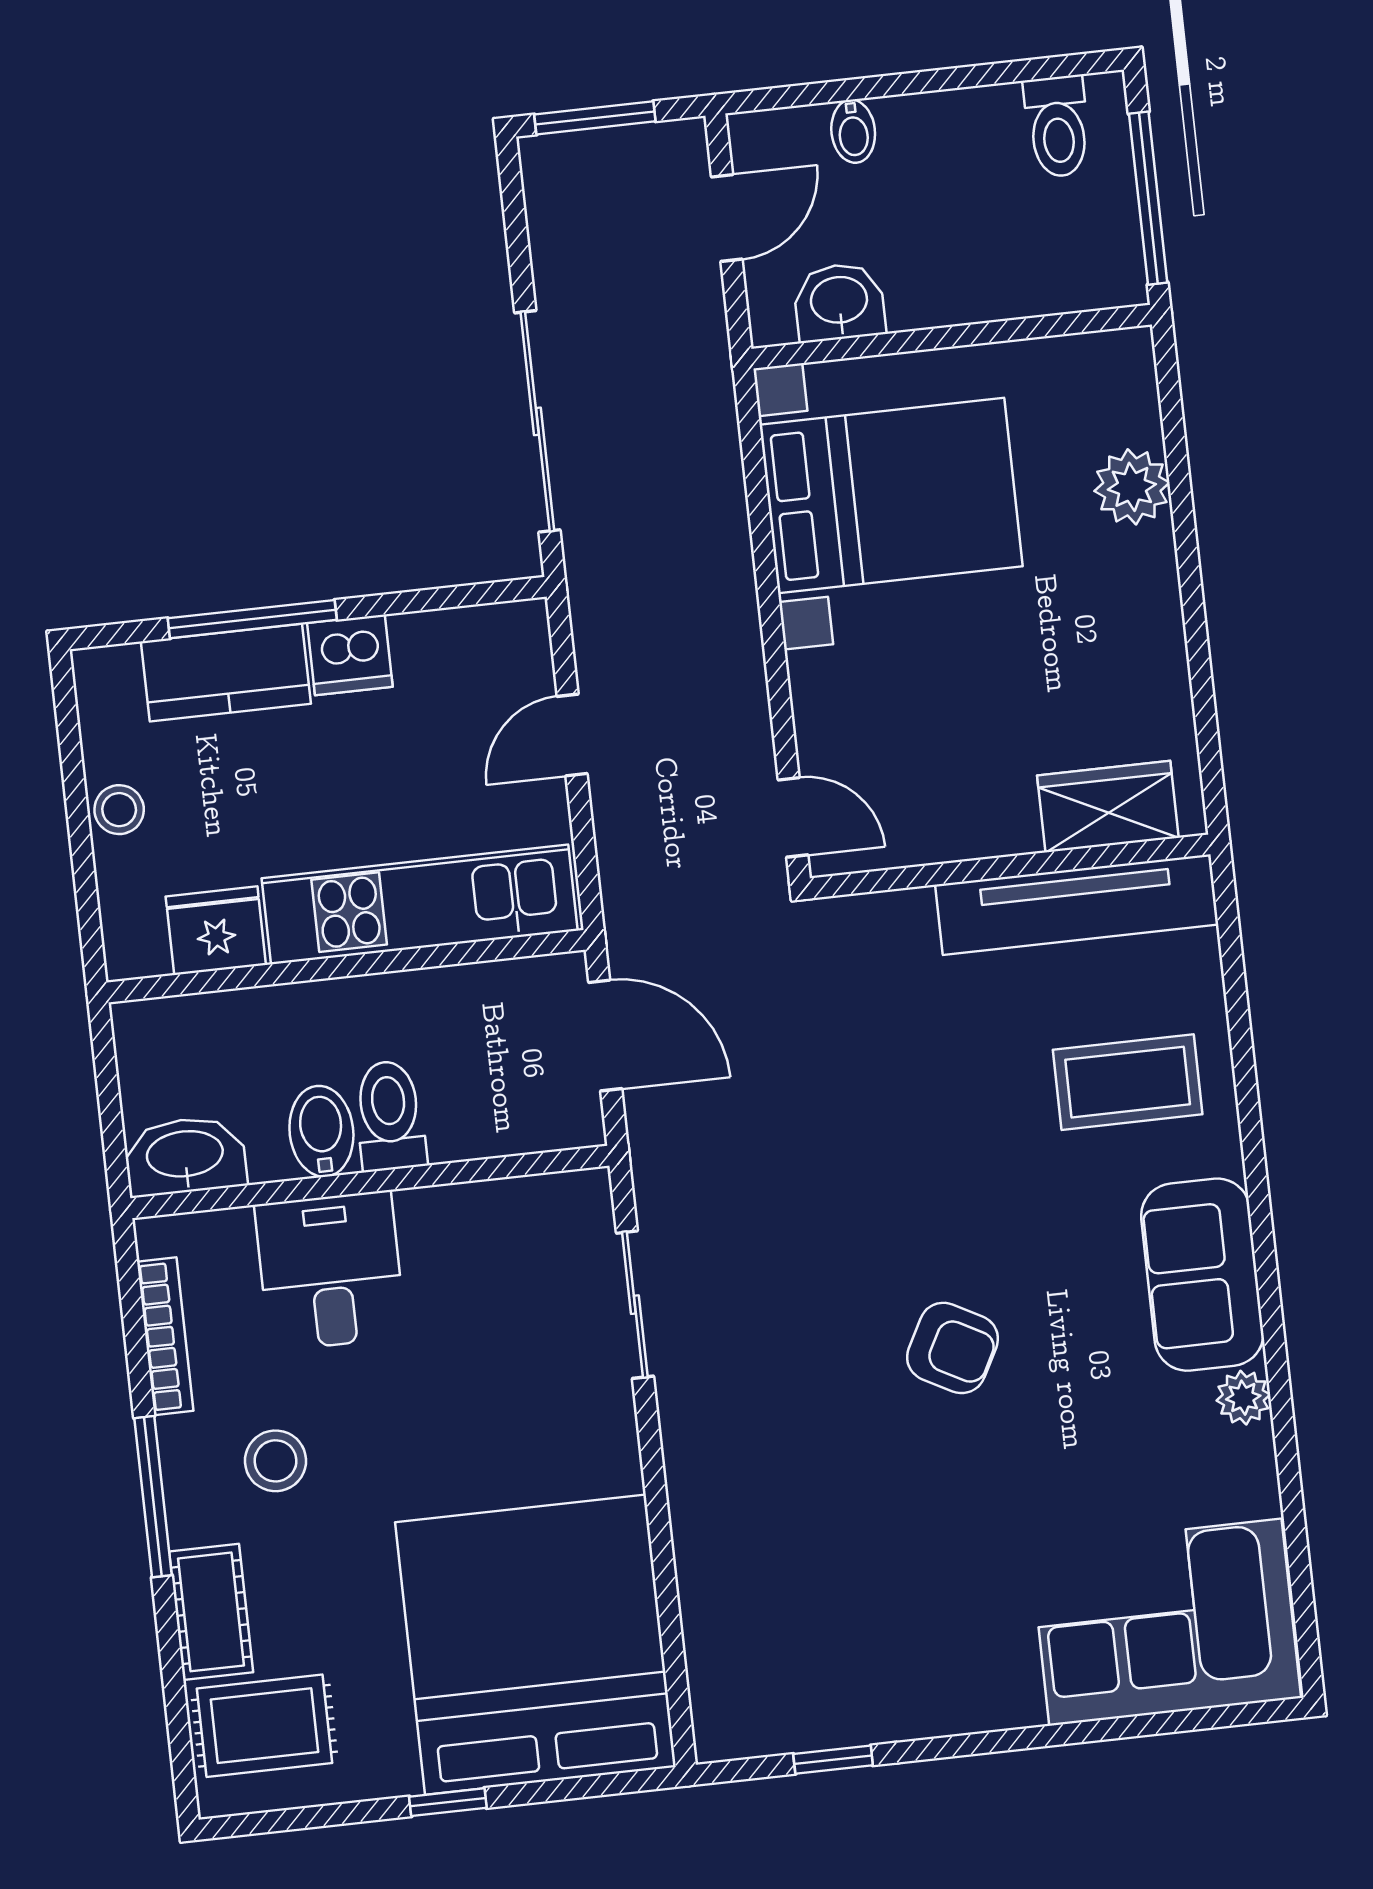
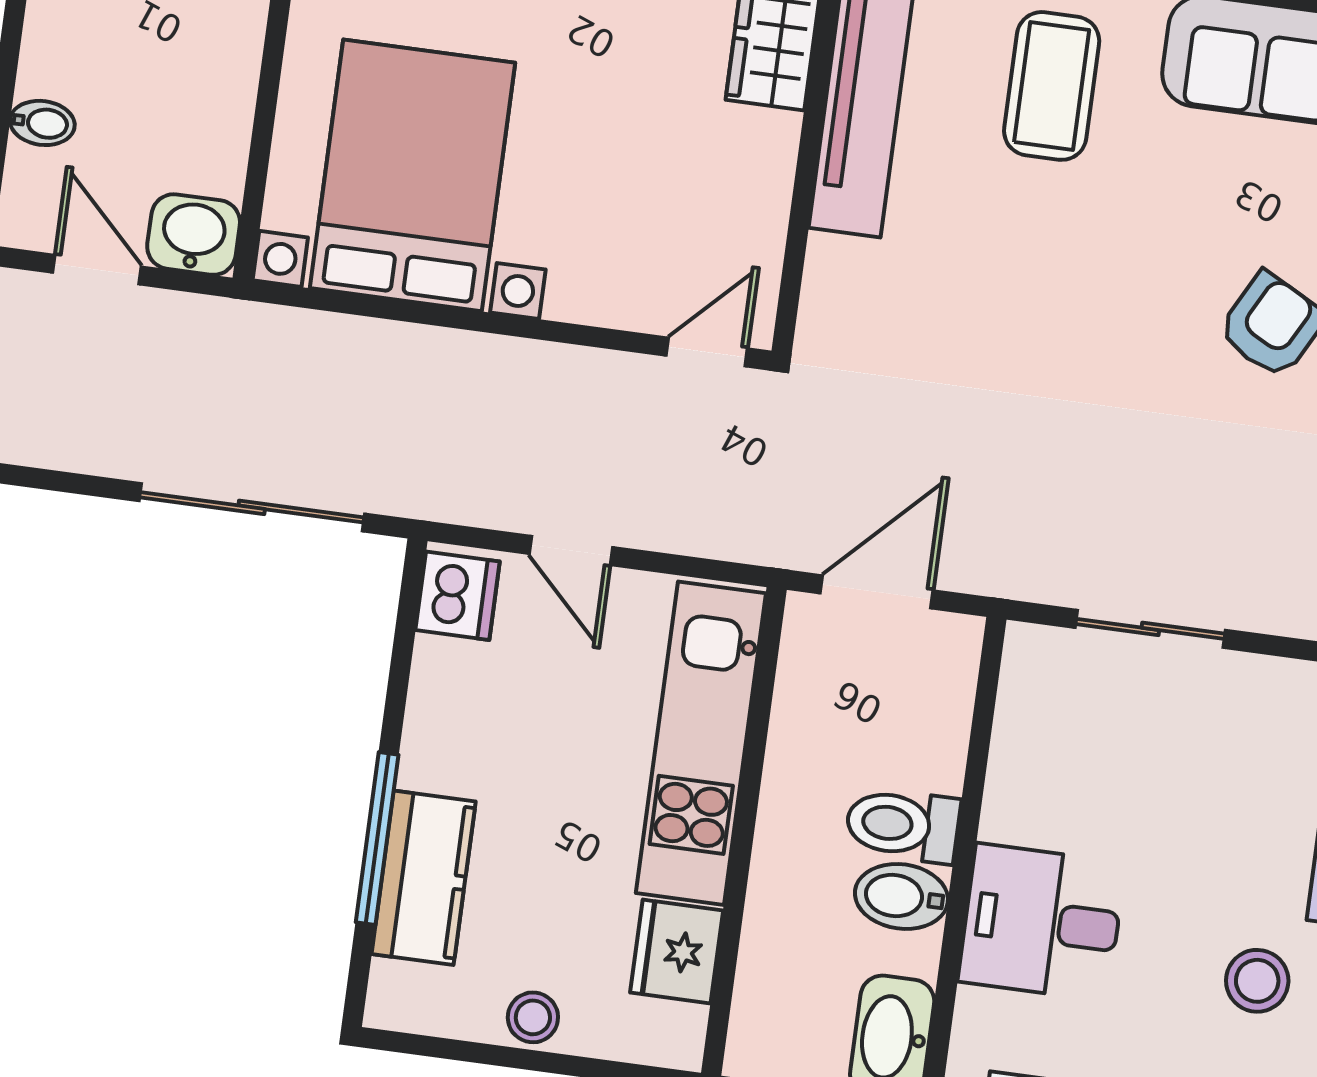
washbasin: (839, 302) -> (194, 235), moved, turned 90
dishwasher: (350, 655) -> (458, 596), moved
stool: (276, 1461) -> (1257, 981), moved

